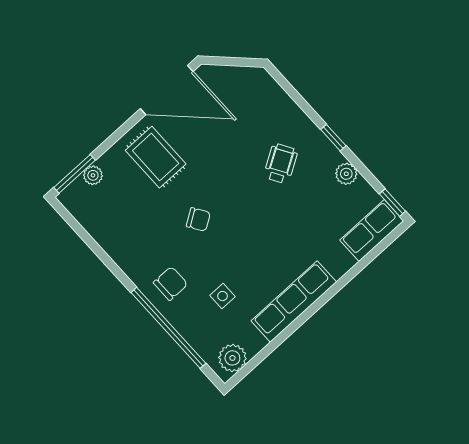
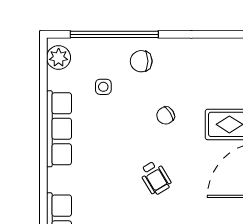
wheelchair: (281, 164) -> (155, 178), moved
chair: (170, 283) -> (141, 61), turned 90

